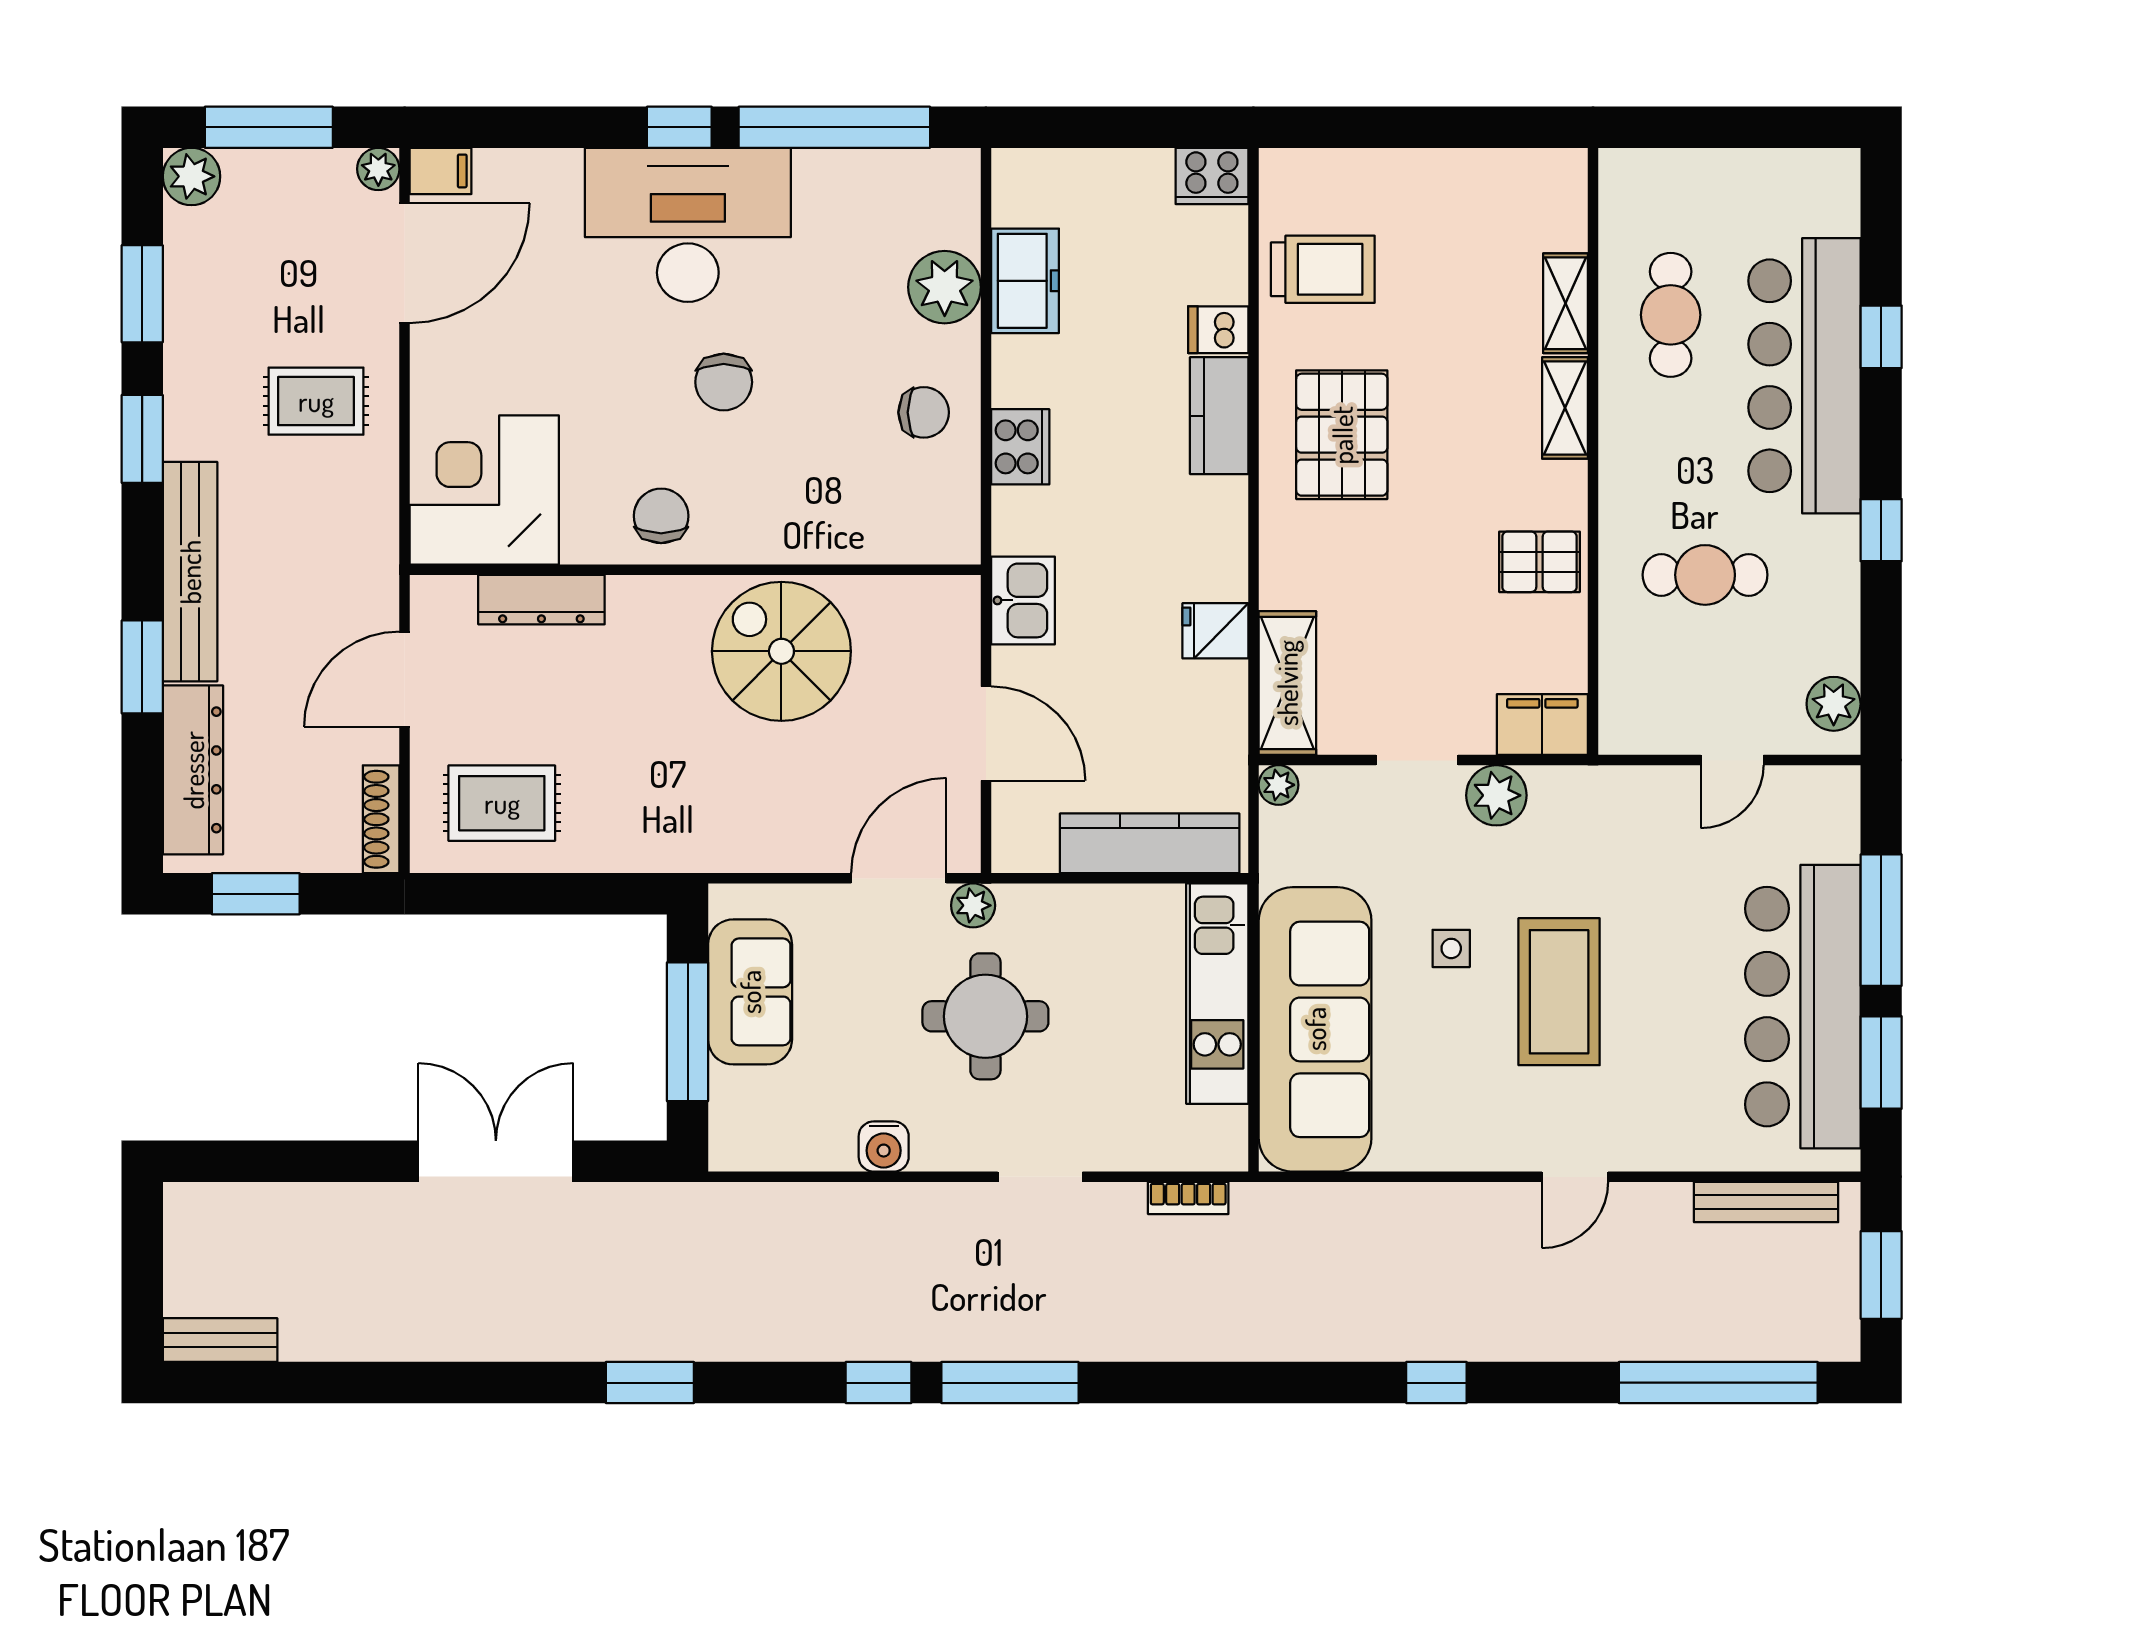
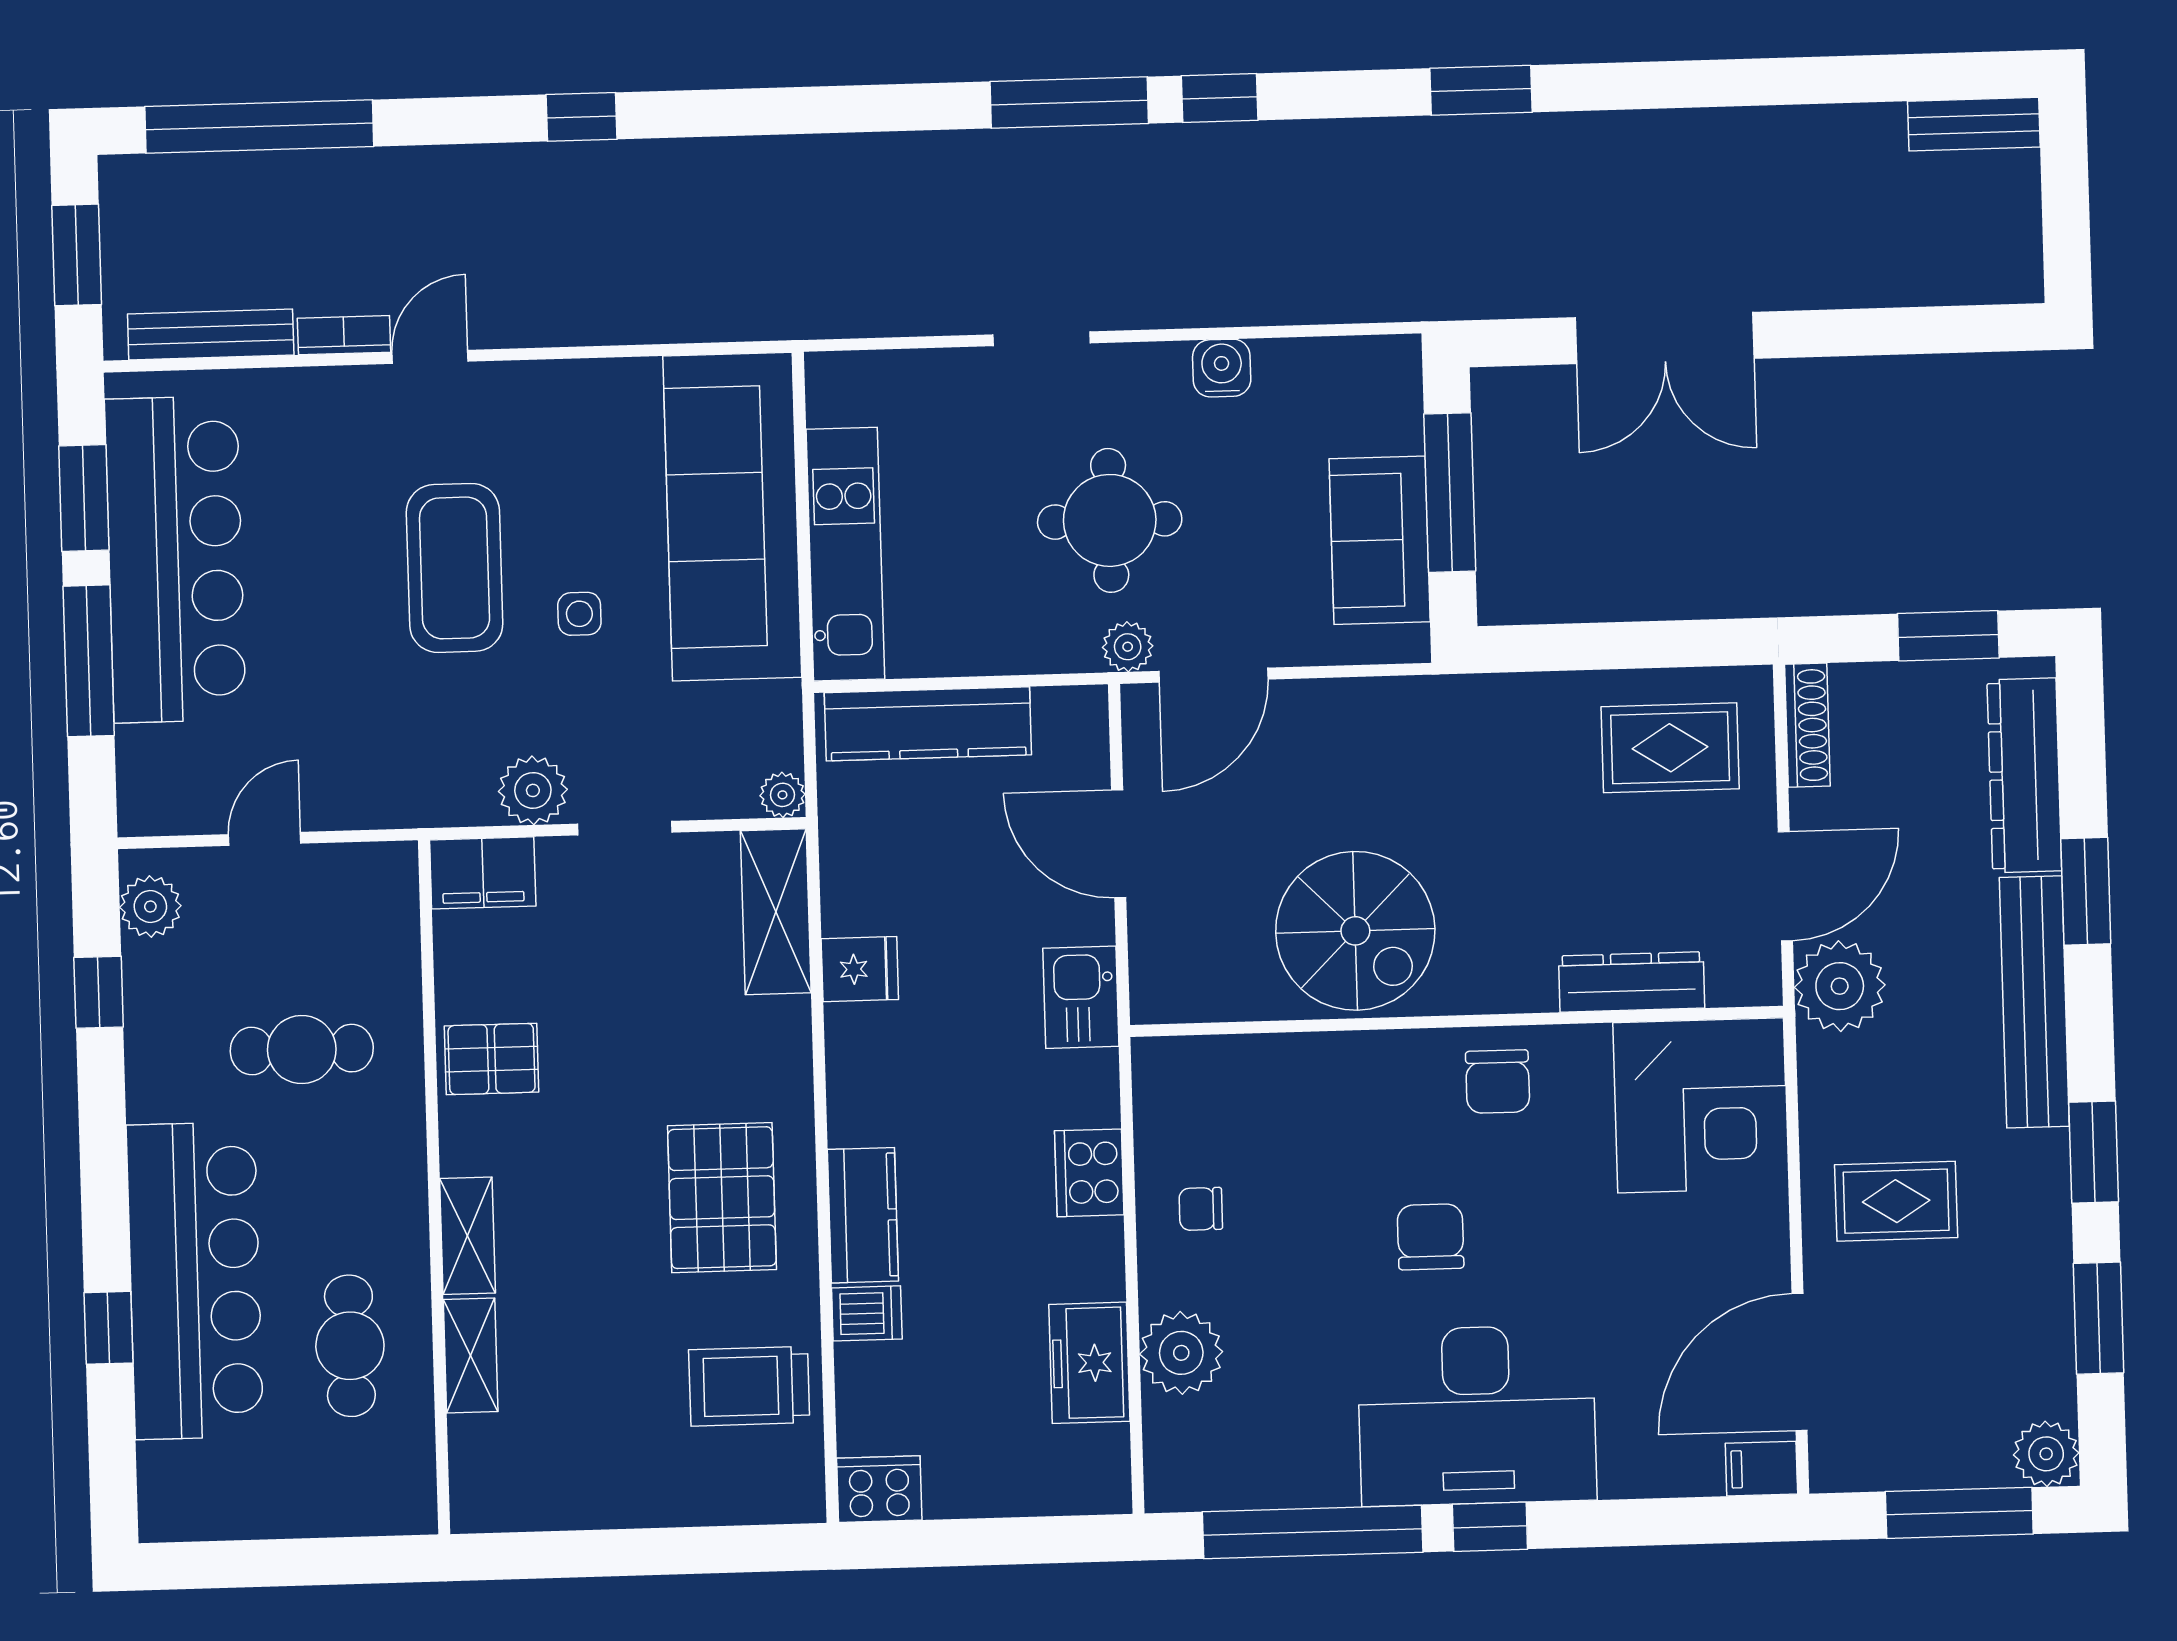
plant: (378, 169) -> (1840, 986), moved, width x1.88, depth x1.88
chair: (924, 412) -> (1201, 1209), width x0.73, depth x0.73
window: (1881, 530) -> (99, 992), moved
bookcase: (1188, 1198) -> (344, 335), moved

